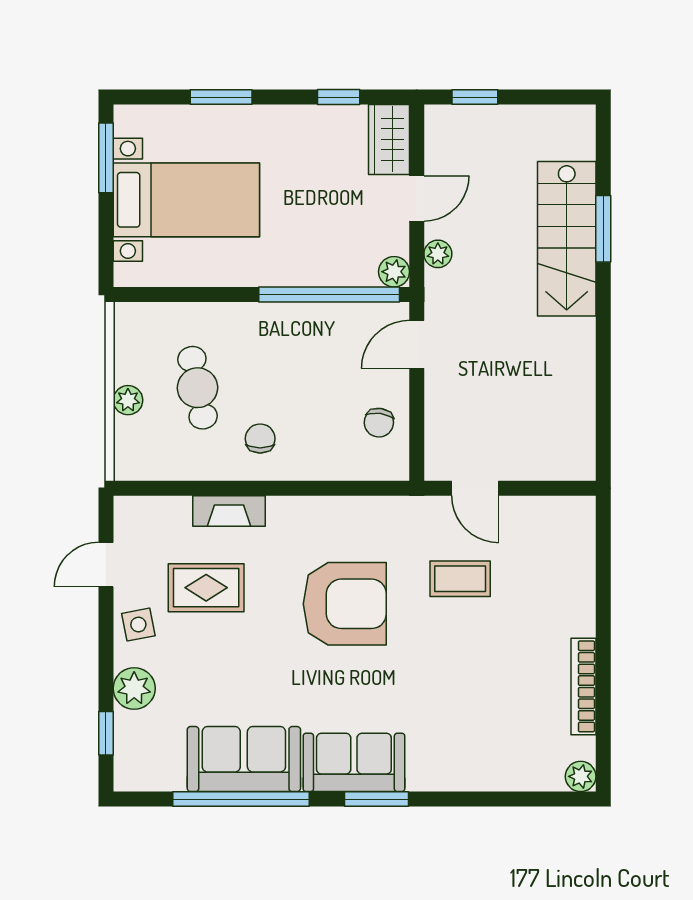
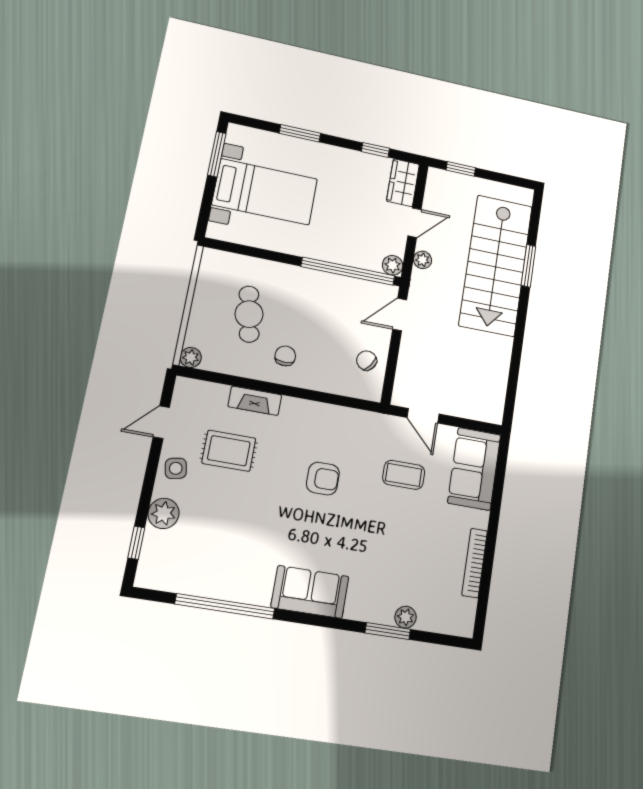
stairs: (567, 239) -> (496, 265), width x1.36, depth x1.51
plant: (128, 400) -> (191, 357), moved
chair: (379, 423) -> (367, 360), turned 119
armchair: (345, 604) -> (323, 479), width x0.53, depth x0.53
sofa: (244, 759) -> (474, 469), moved, turned -90
plant: (581, 776) -> (406, 617), moved
window: (376, 799) -> (388, 631), moved

